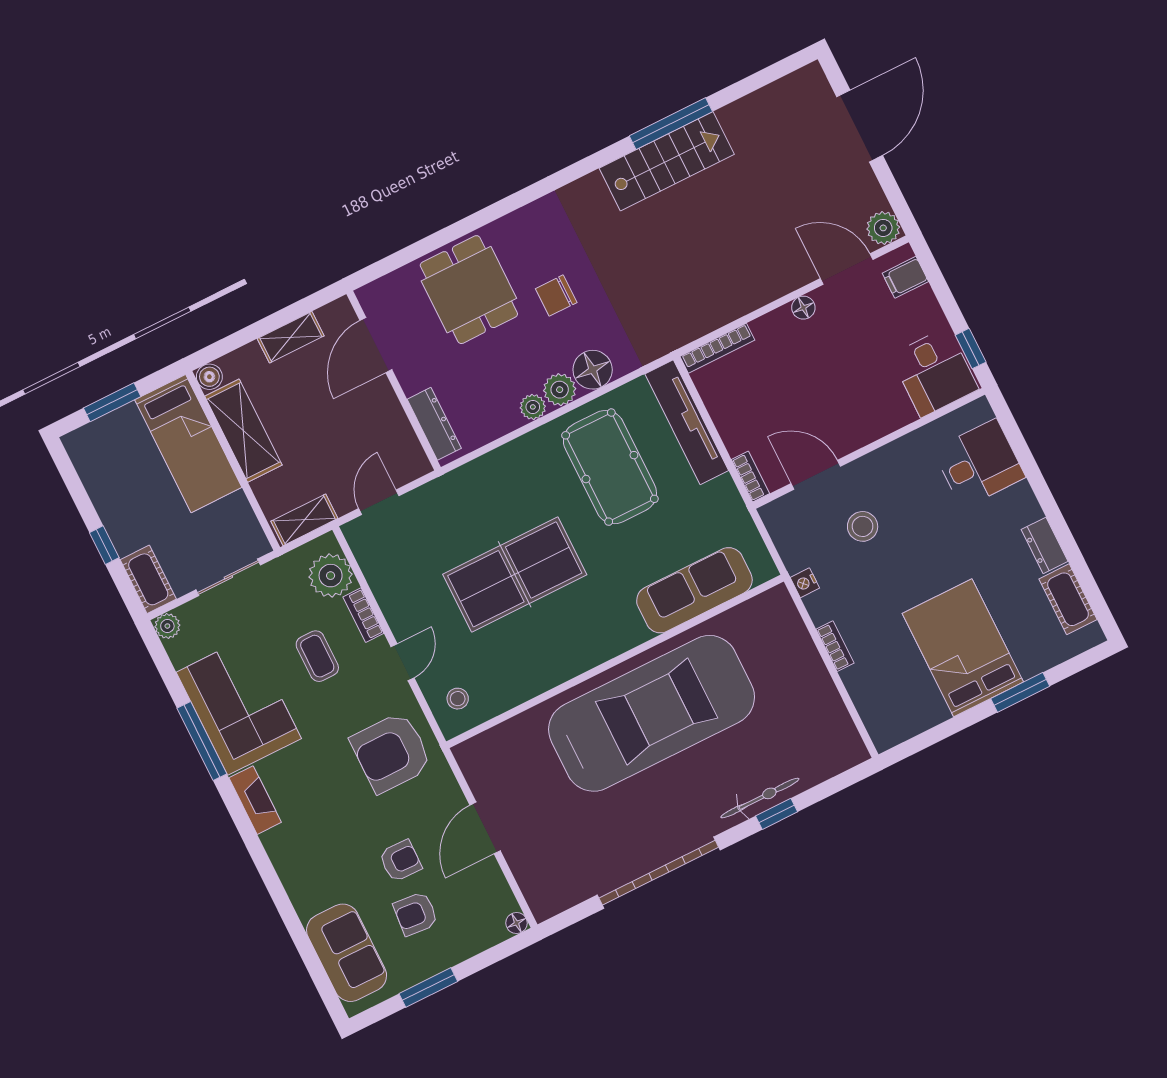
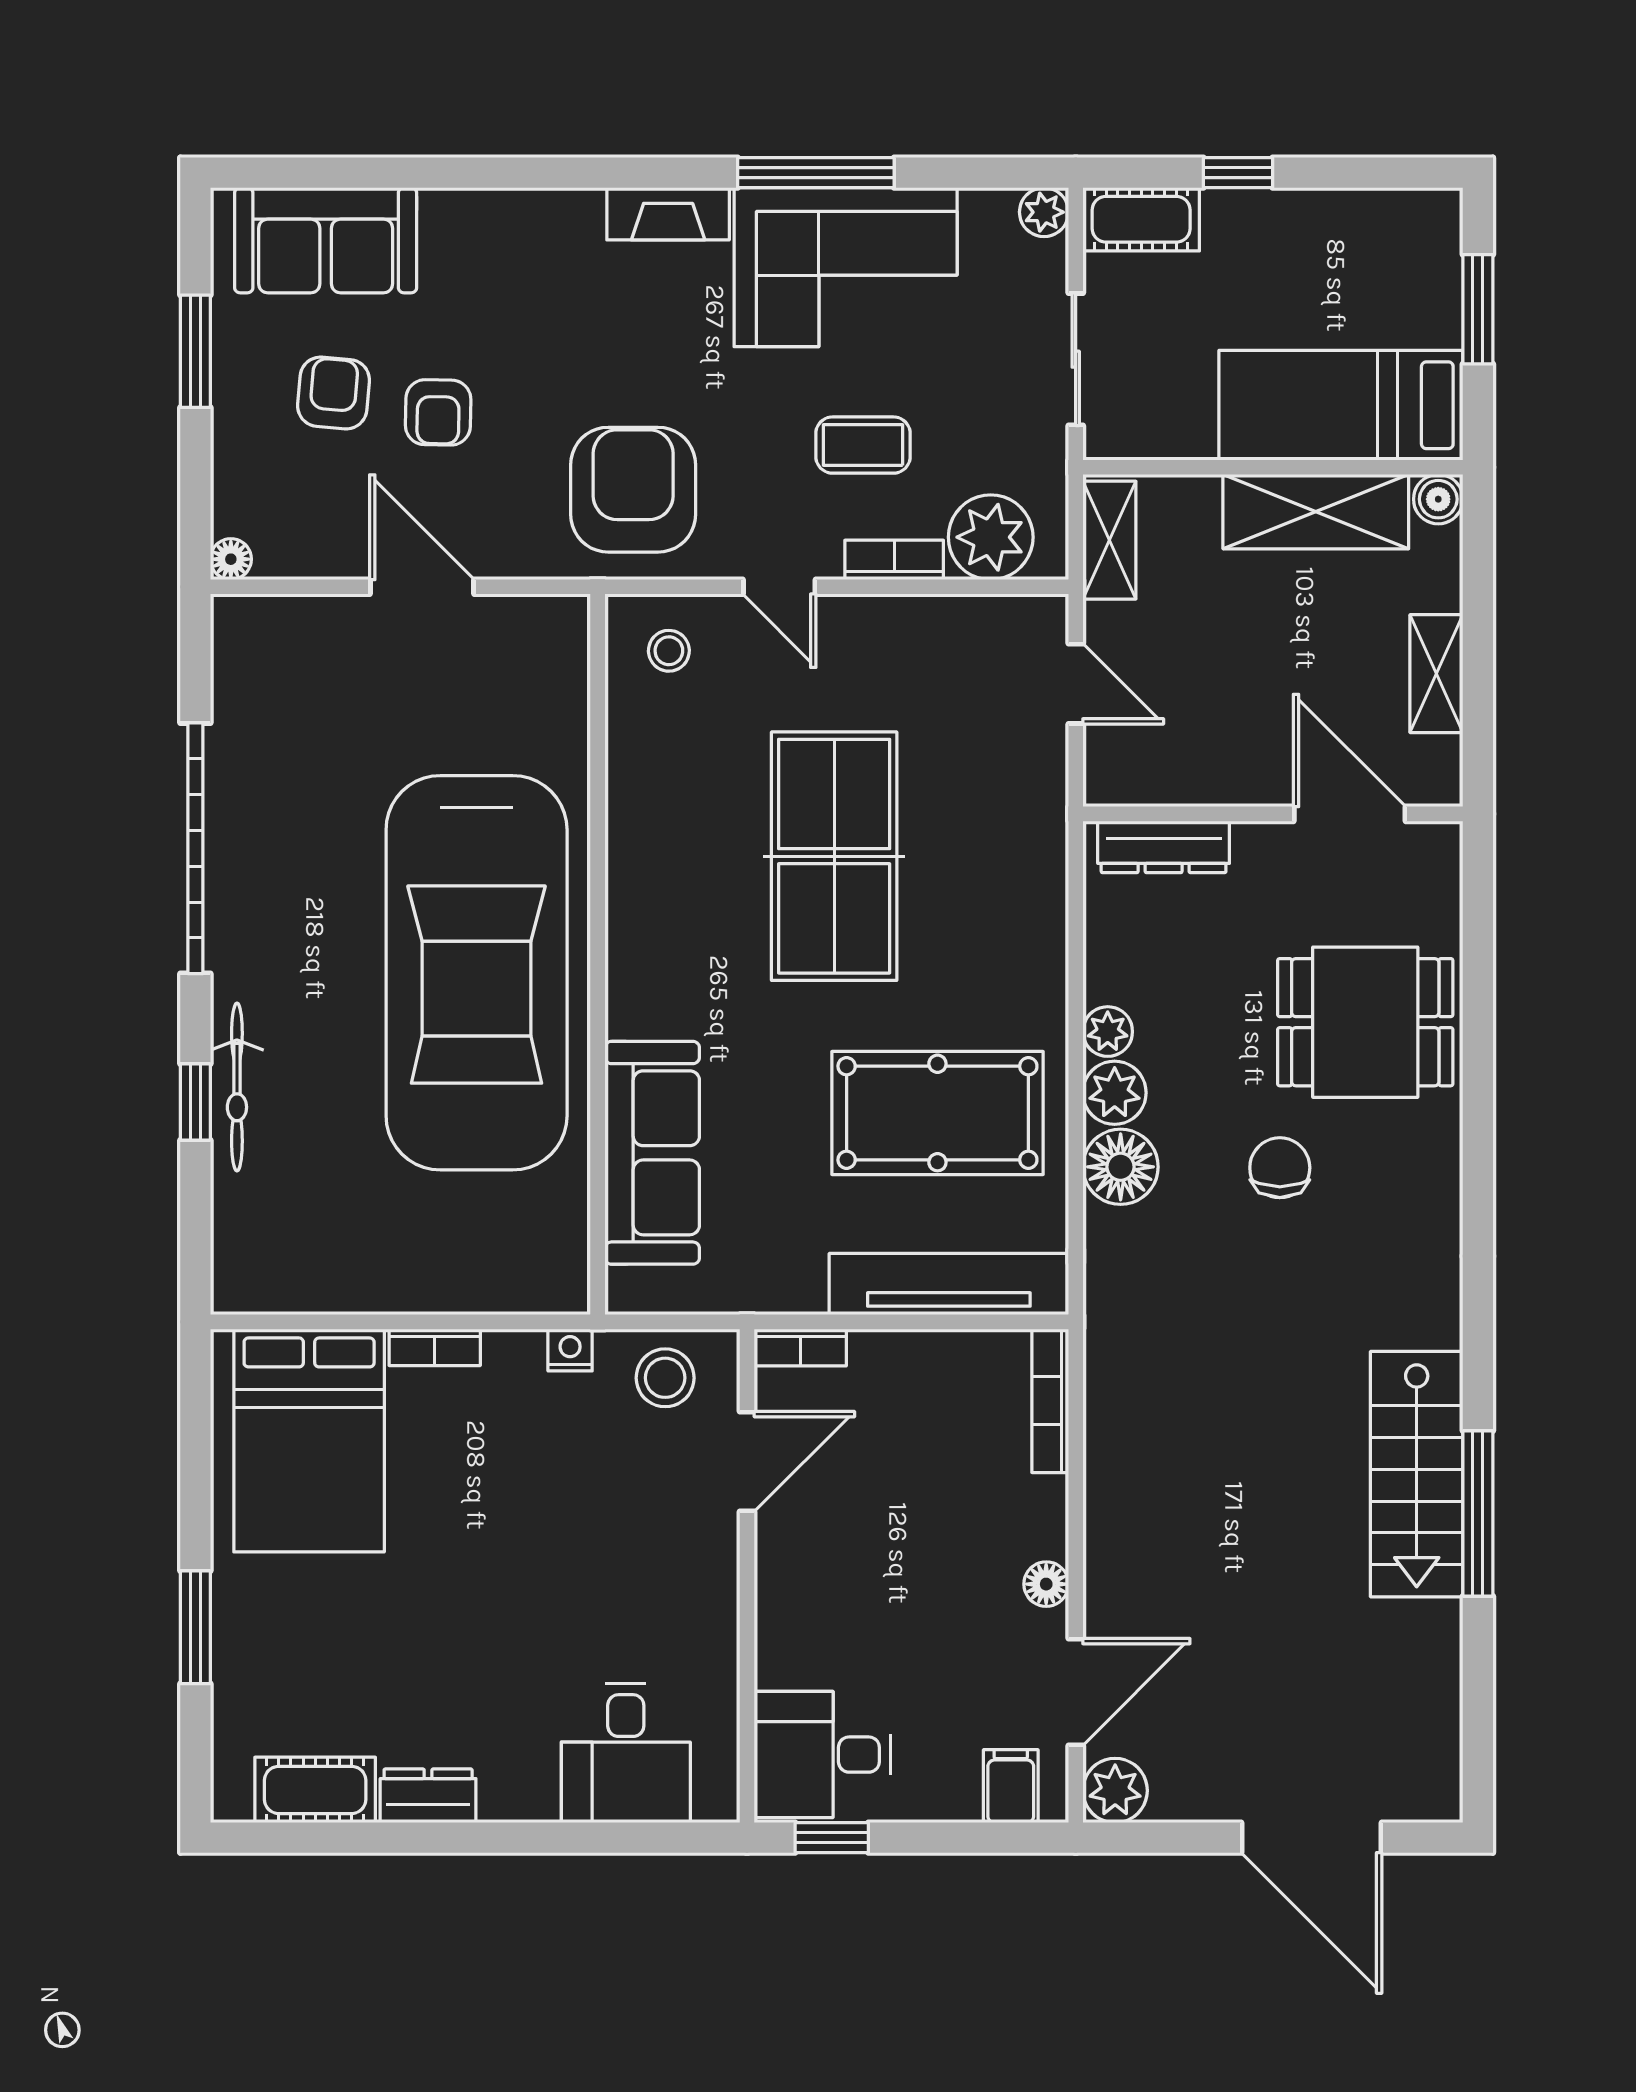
stool: (863, 526) -> (665, 1378), moved
bed: (963, 648) -> (309, 1441), moved, turned 90

